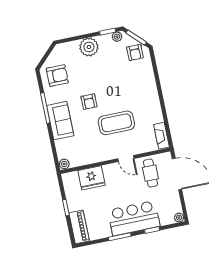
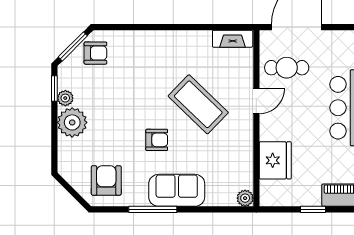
plant: (117, 37) -> (65, 98), moved
coffee table: (116, 123) -> (198, 104), turned -46

